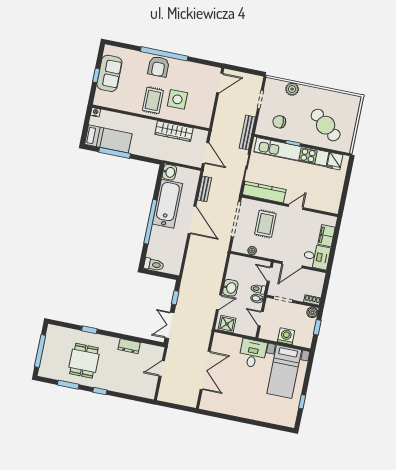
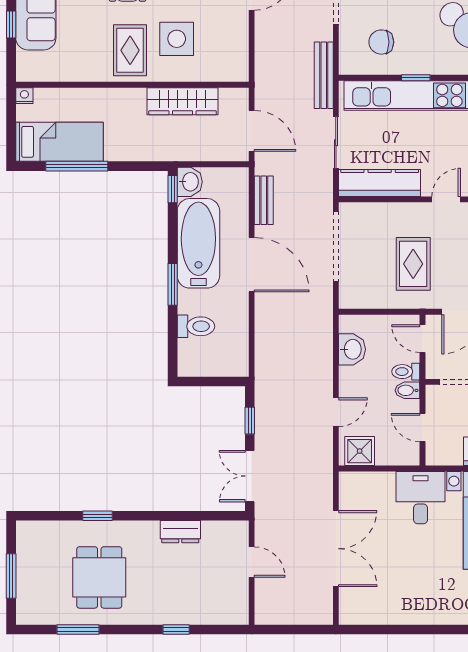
window: (160, 174) -> (173, 189), added
window: (150, 222) -> (173, 284), width x0.47
rug: (265, 224) -> (413, 264), moved
plant: (252, 251) -> (379, 300), removed
toilet: (154, 265) -> (196, 326), moved
washbasin: (230, 288) -> (352, 349), moved
window: (40, 351) -> (11, 576), width x0.69
door: (162, 369) -> (252, 562), swing flipped
window: (100, 391) -> (176, 629), moved

